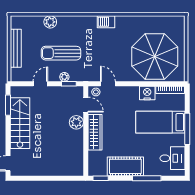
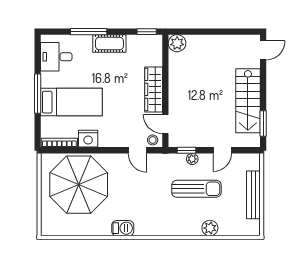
barbecue: (106, 22) -> (123, 228), moved
plant: (76, 122) -> (177, 43), moved
cot: (125, 166) -> (109, 44), width x0.73, depth x0.75

